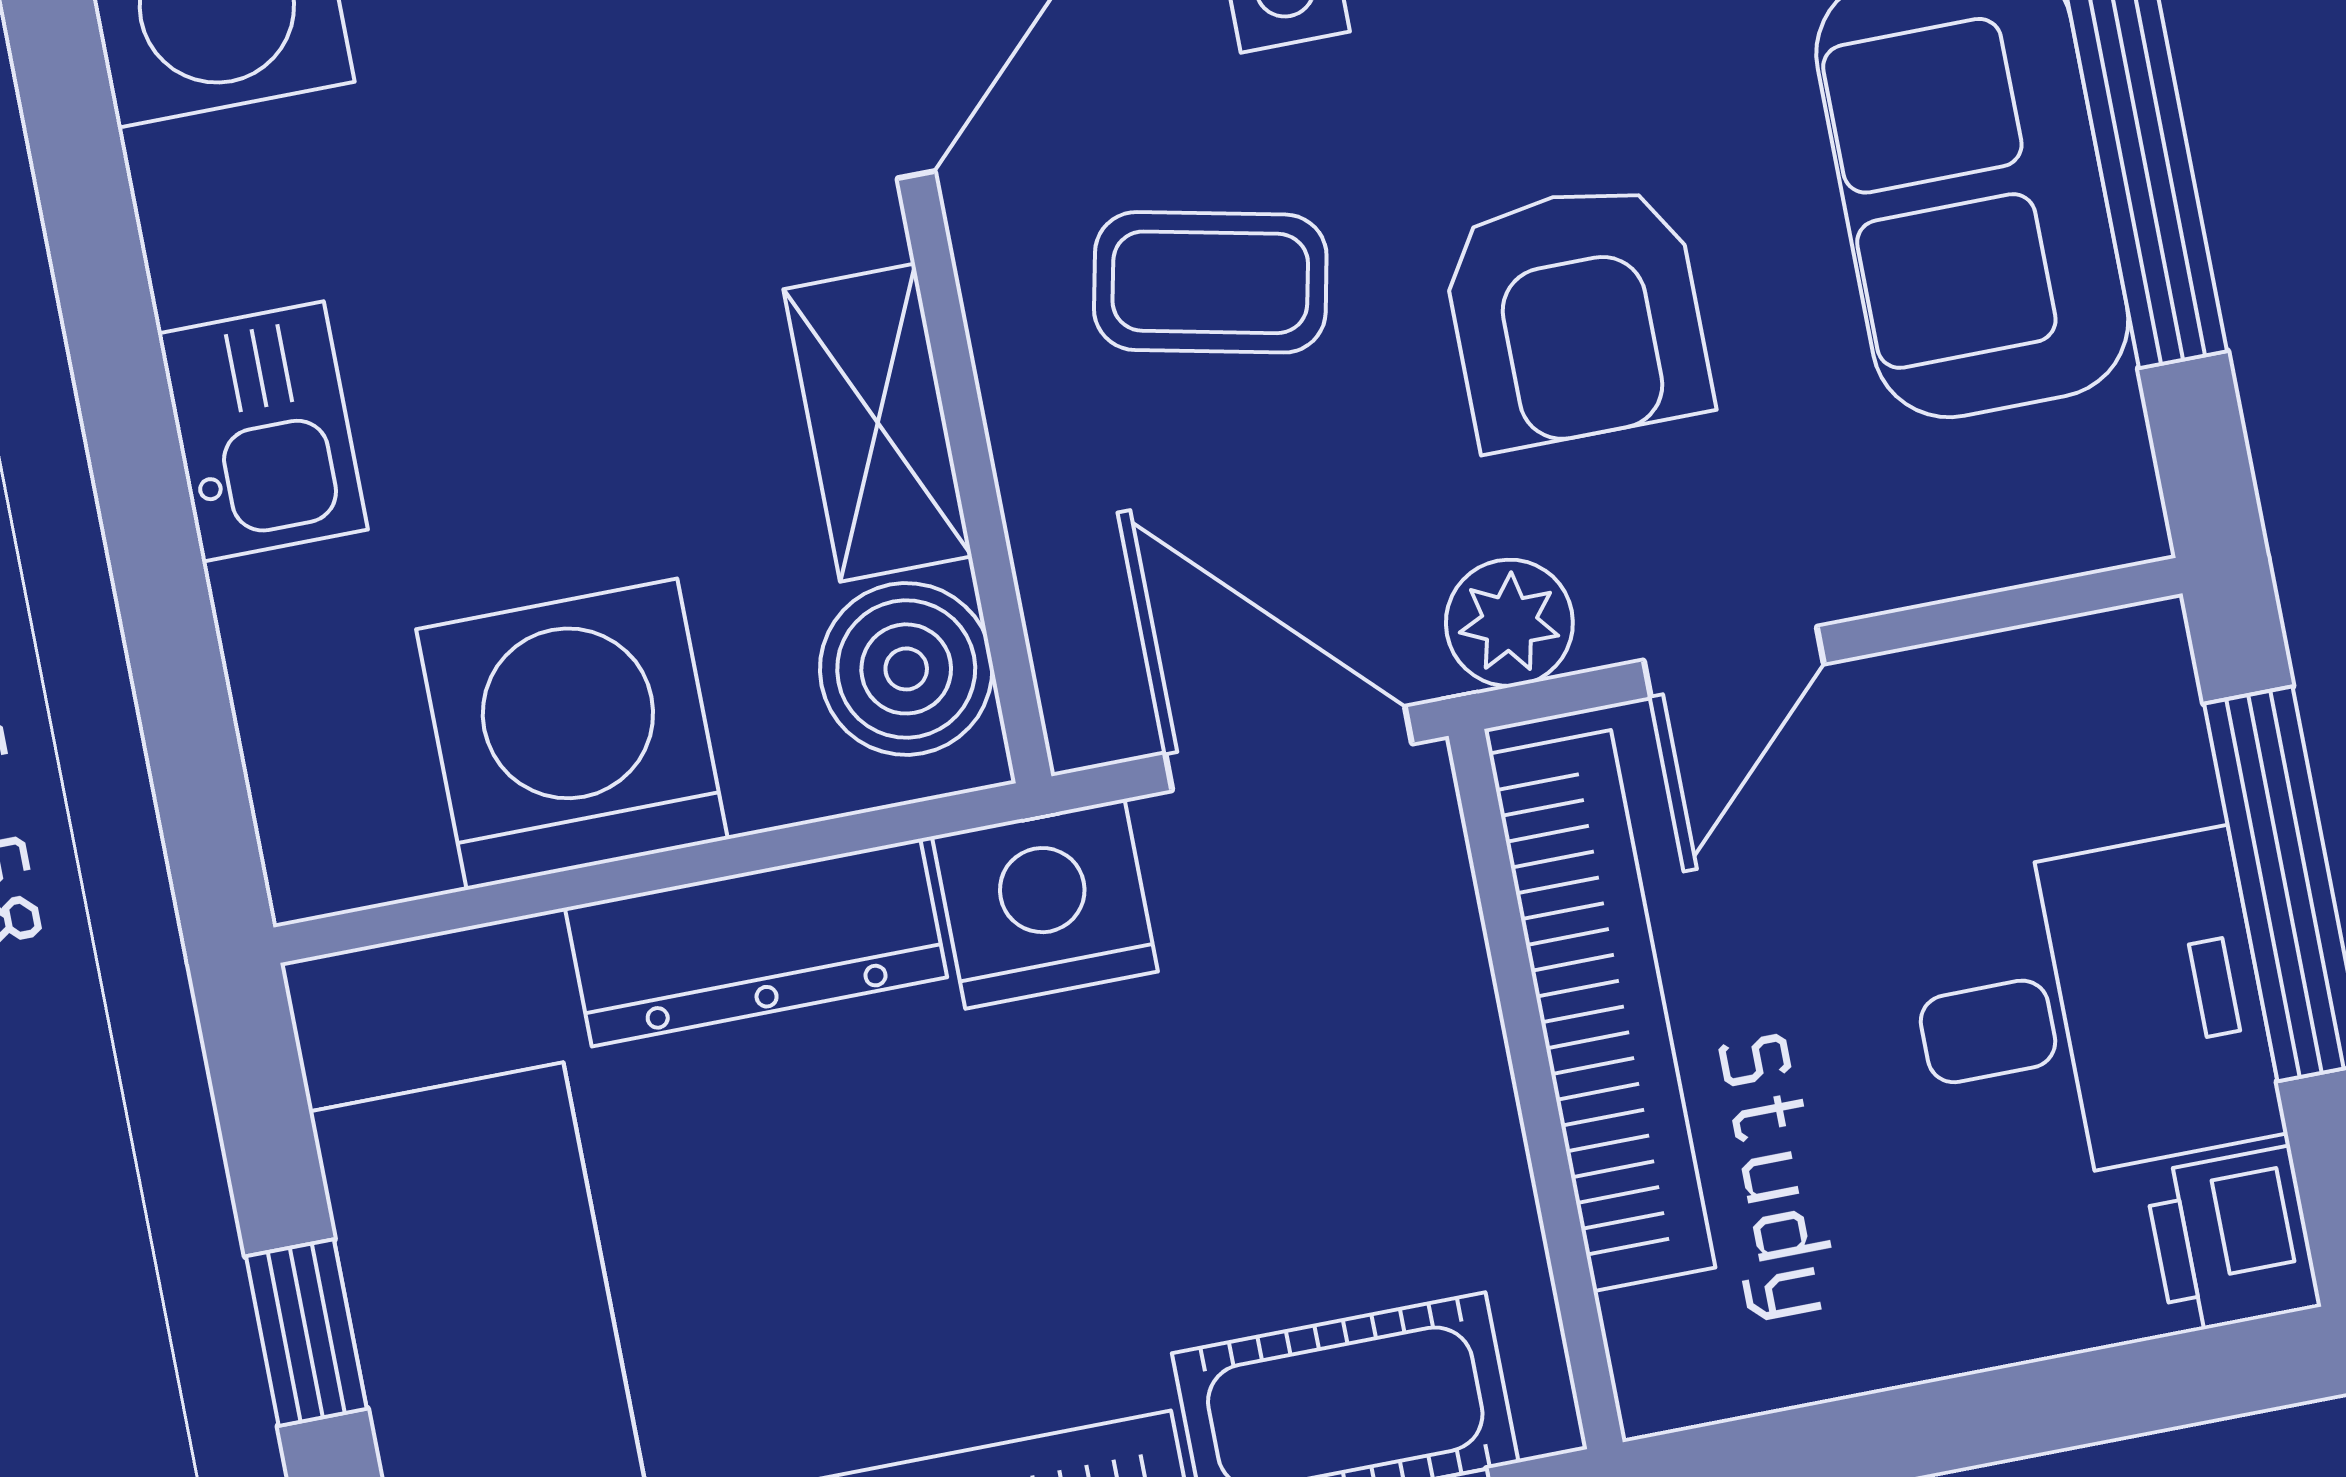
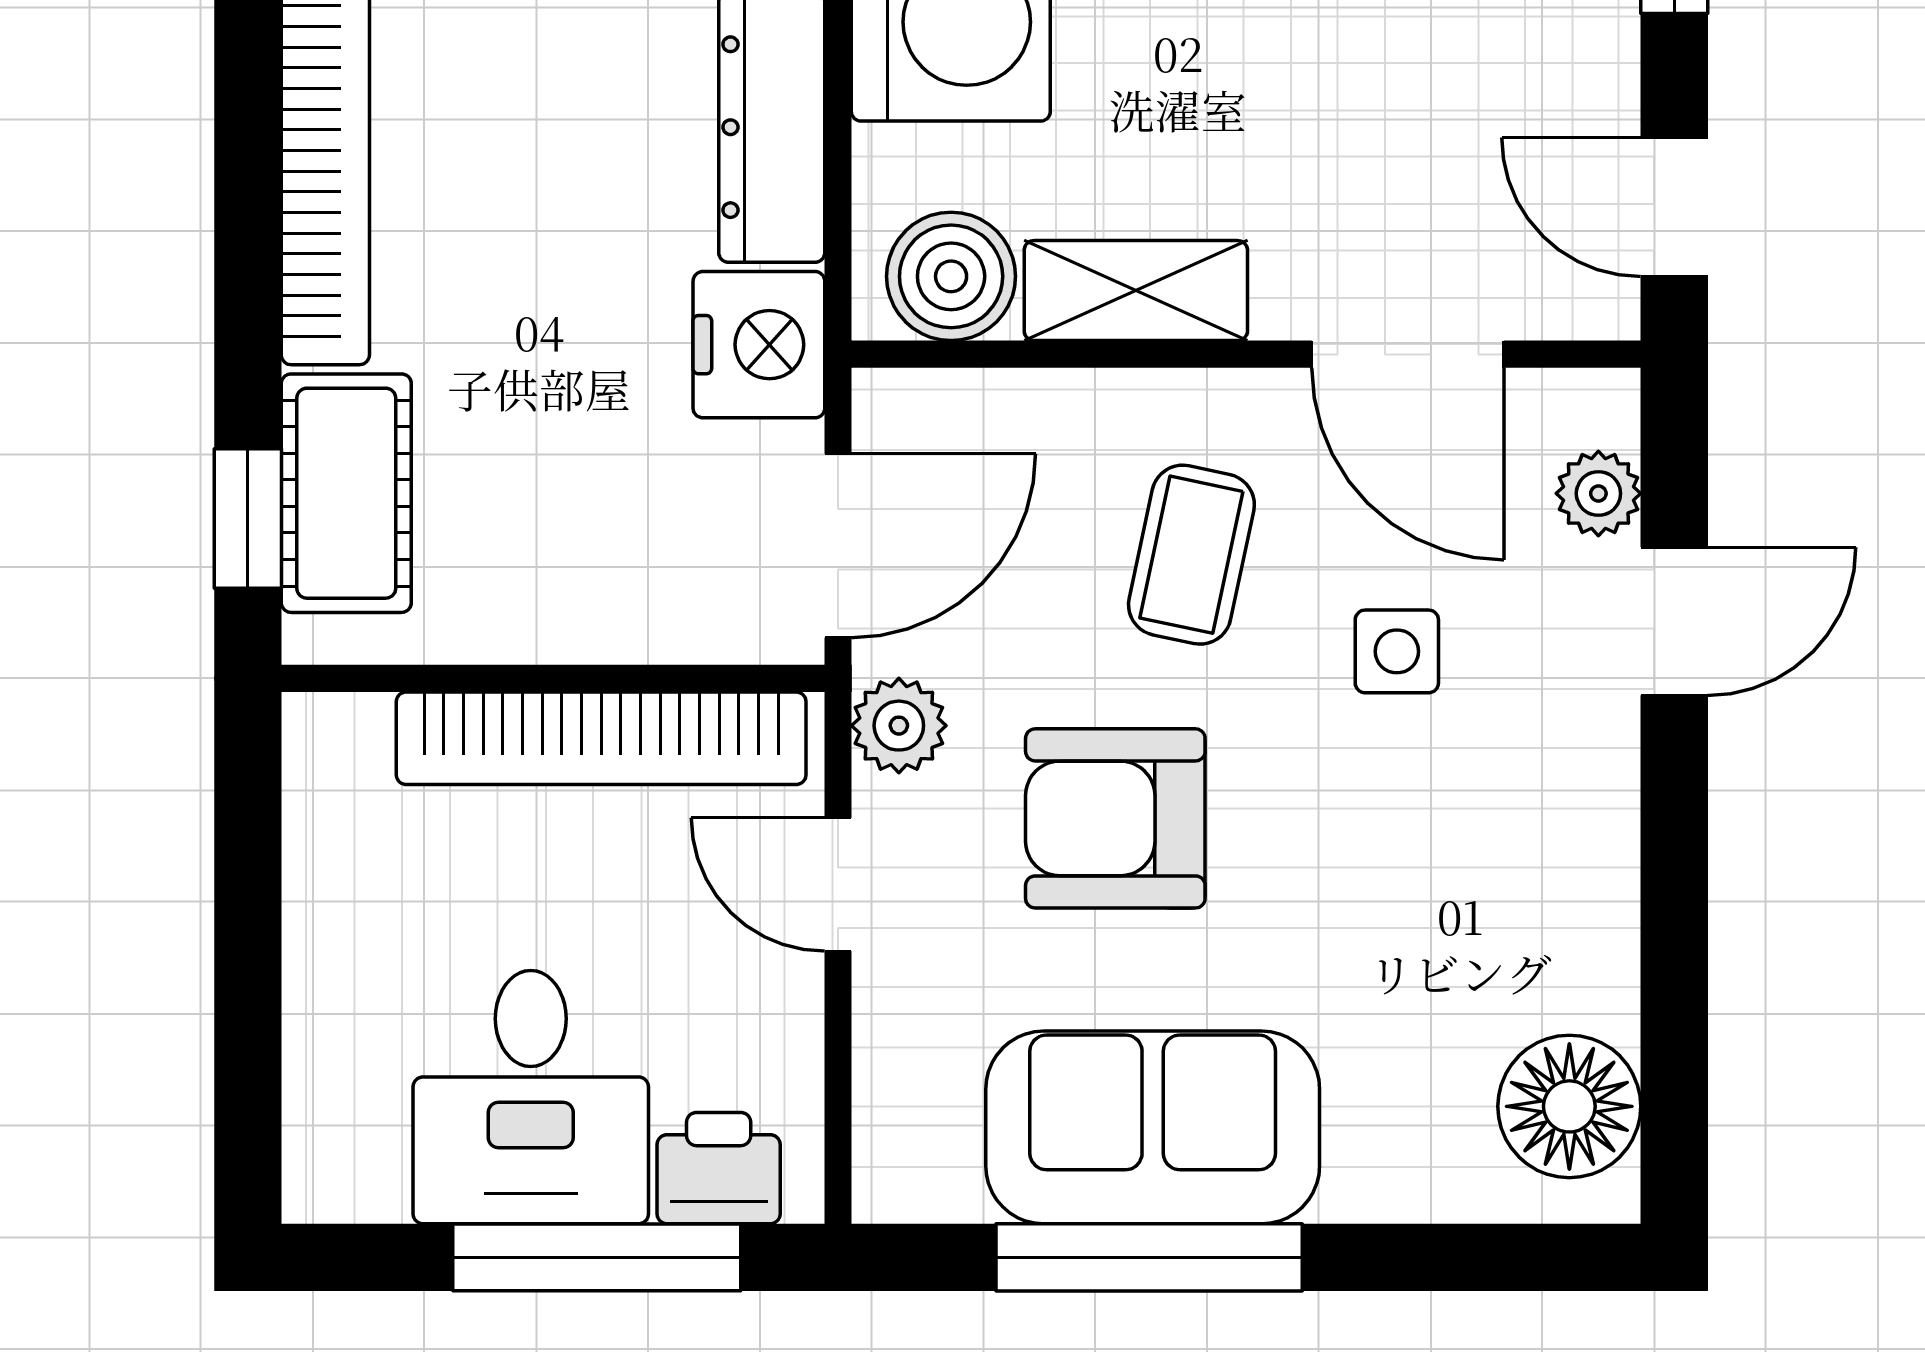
printer: (2232, 1240) -> (719, 1168), moved

